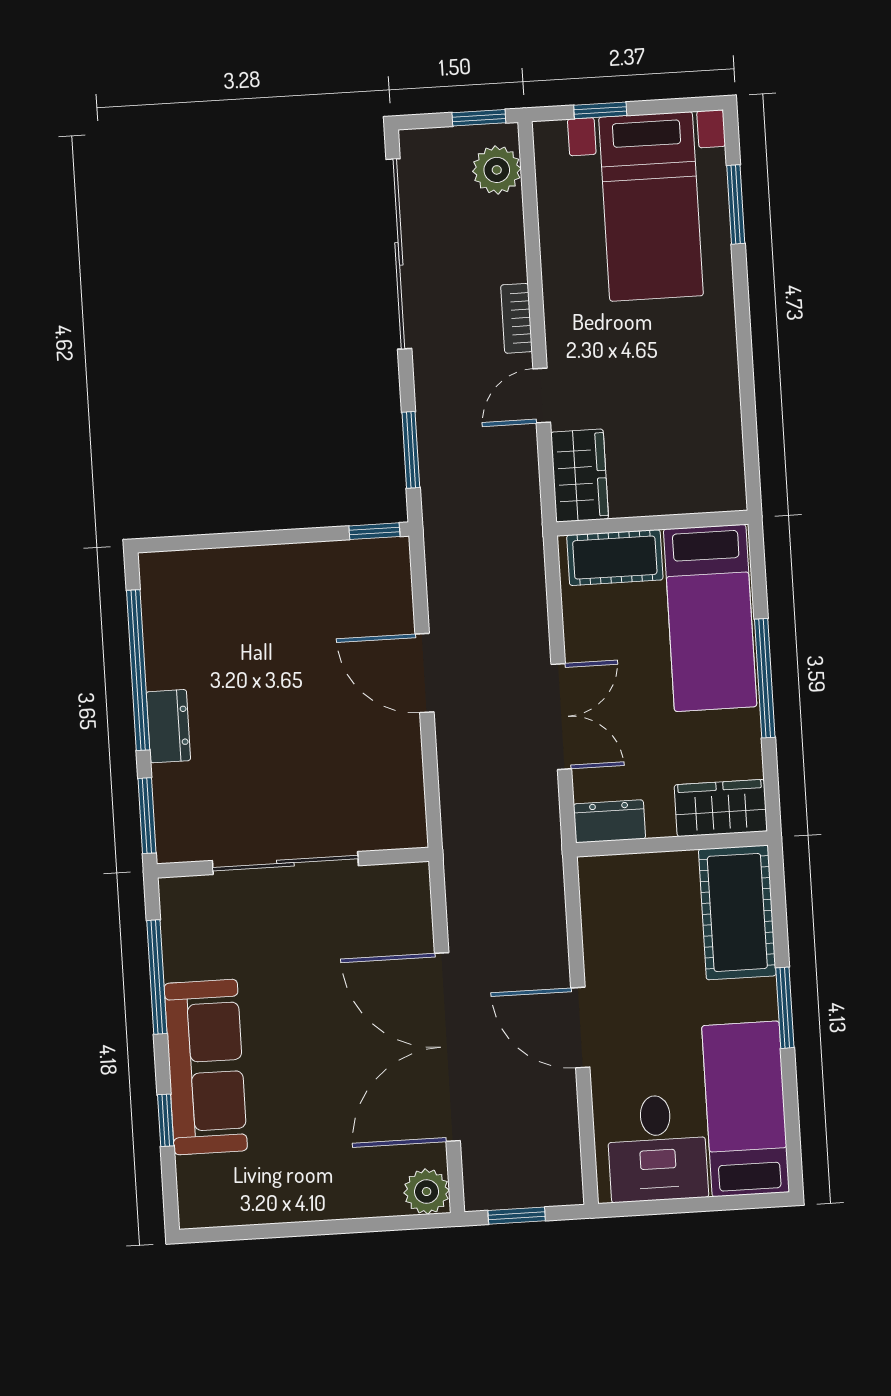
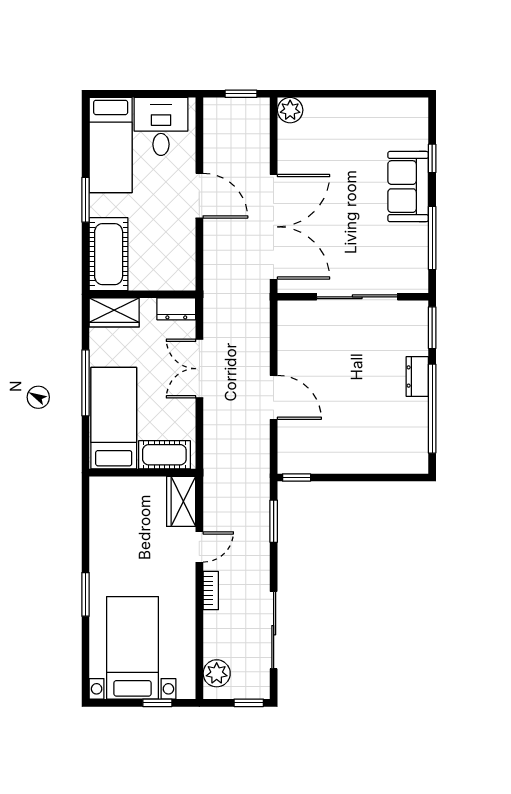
window: (479, 118) -> (249, 703), moved
window: (736, 204) -> (86, 594), moved
sliding door: (399, 254) -> (274, 630), width x0.73
double door: (447, 1047) -> (274, 227), moved
sofa: (206, 1067) -> (408, 187), width x0.73

